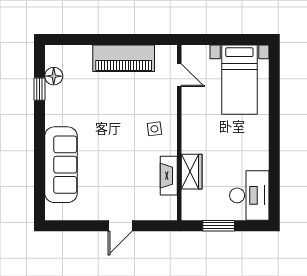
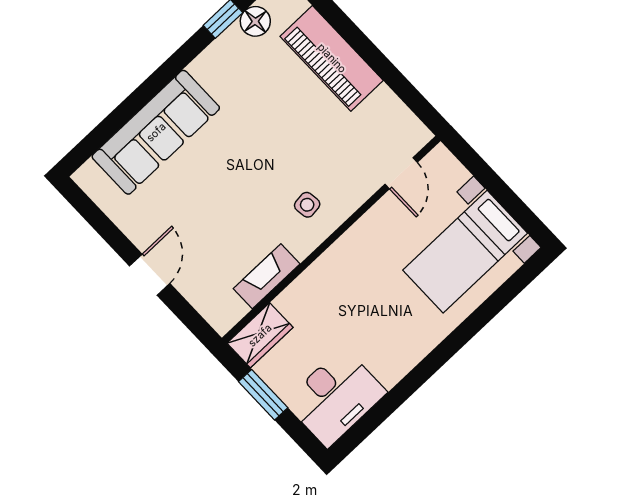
piano: (124, 58) -> (332, 58), moved
wardrobe: (192, 172) -> (260, 335), moved
door: (120, 226) -> (150, 275), swing flipped

